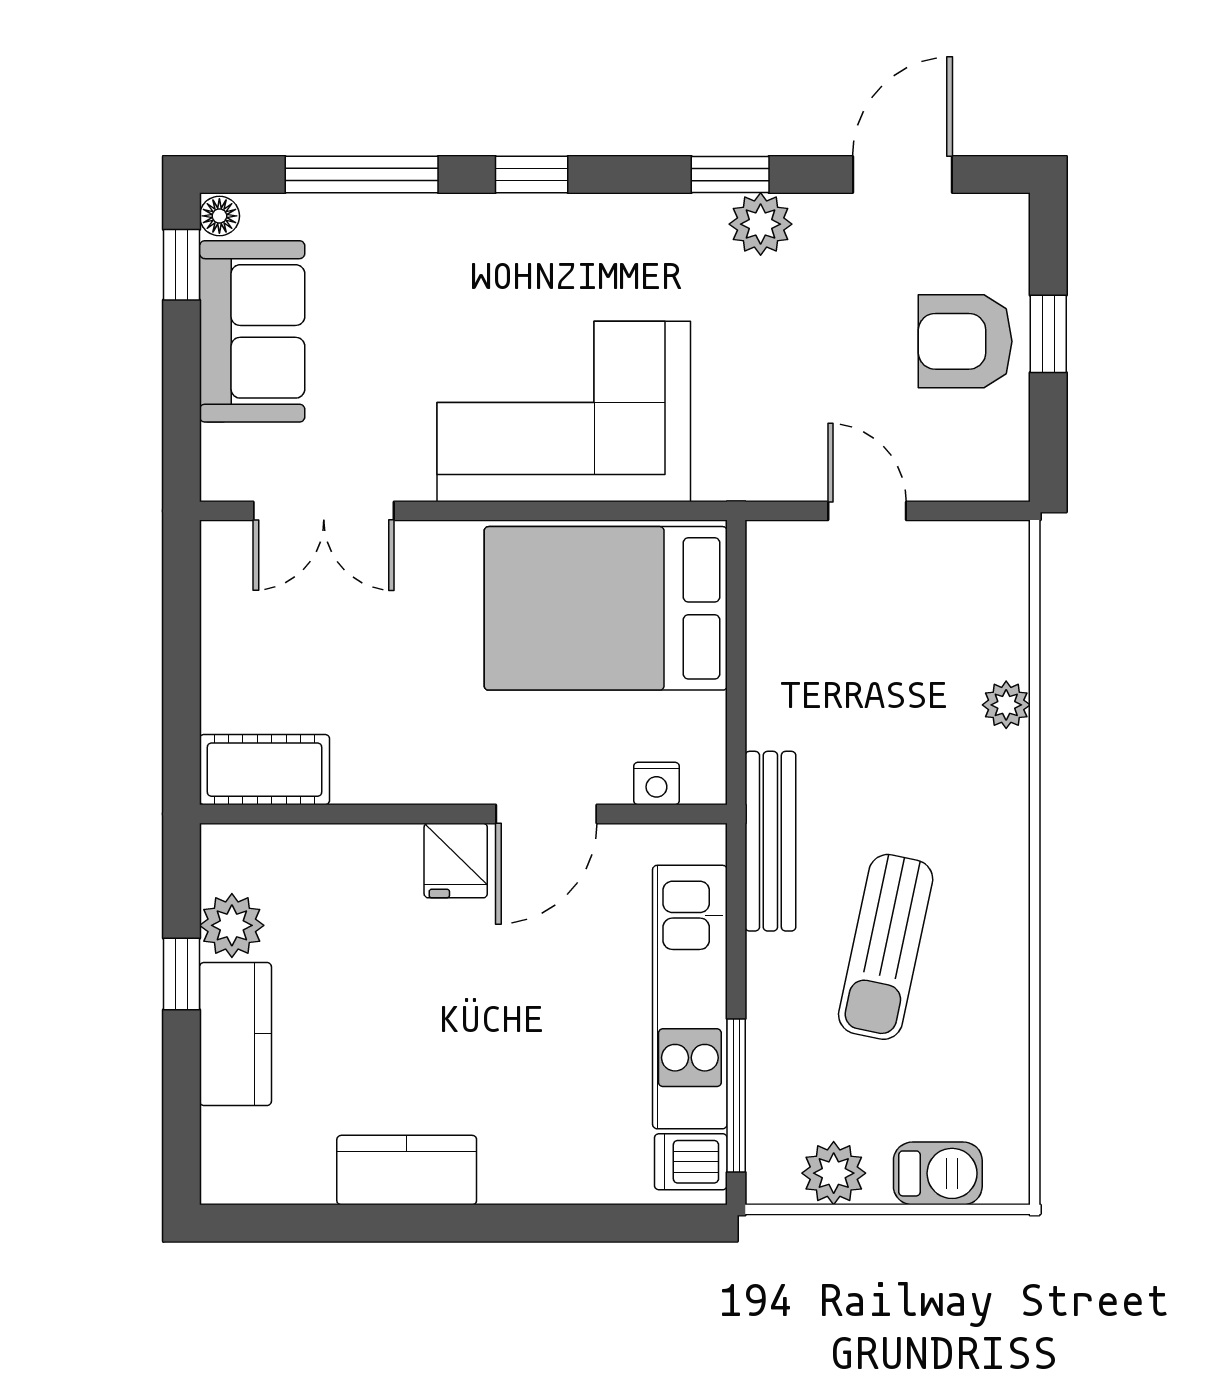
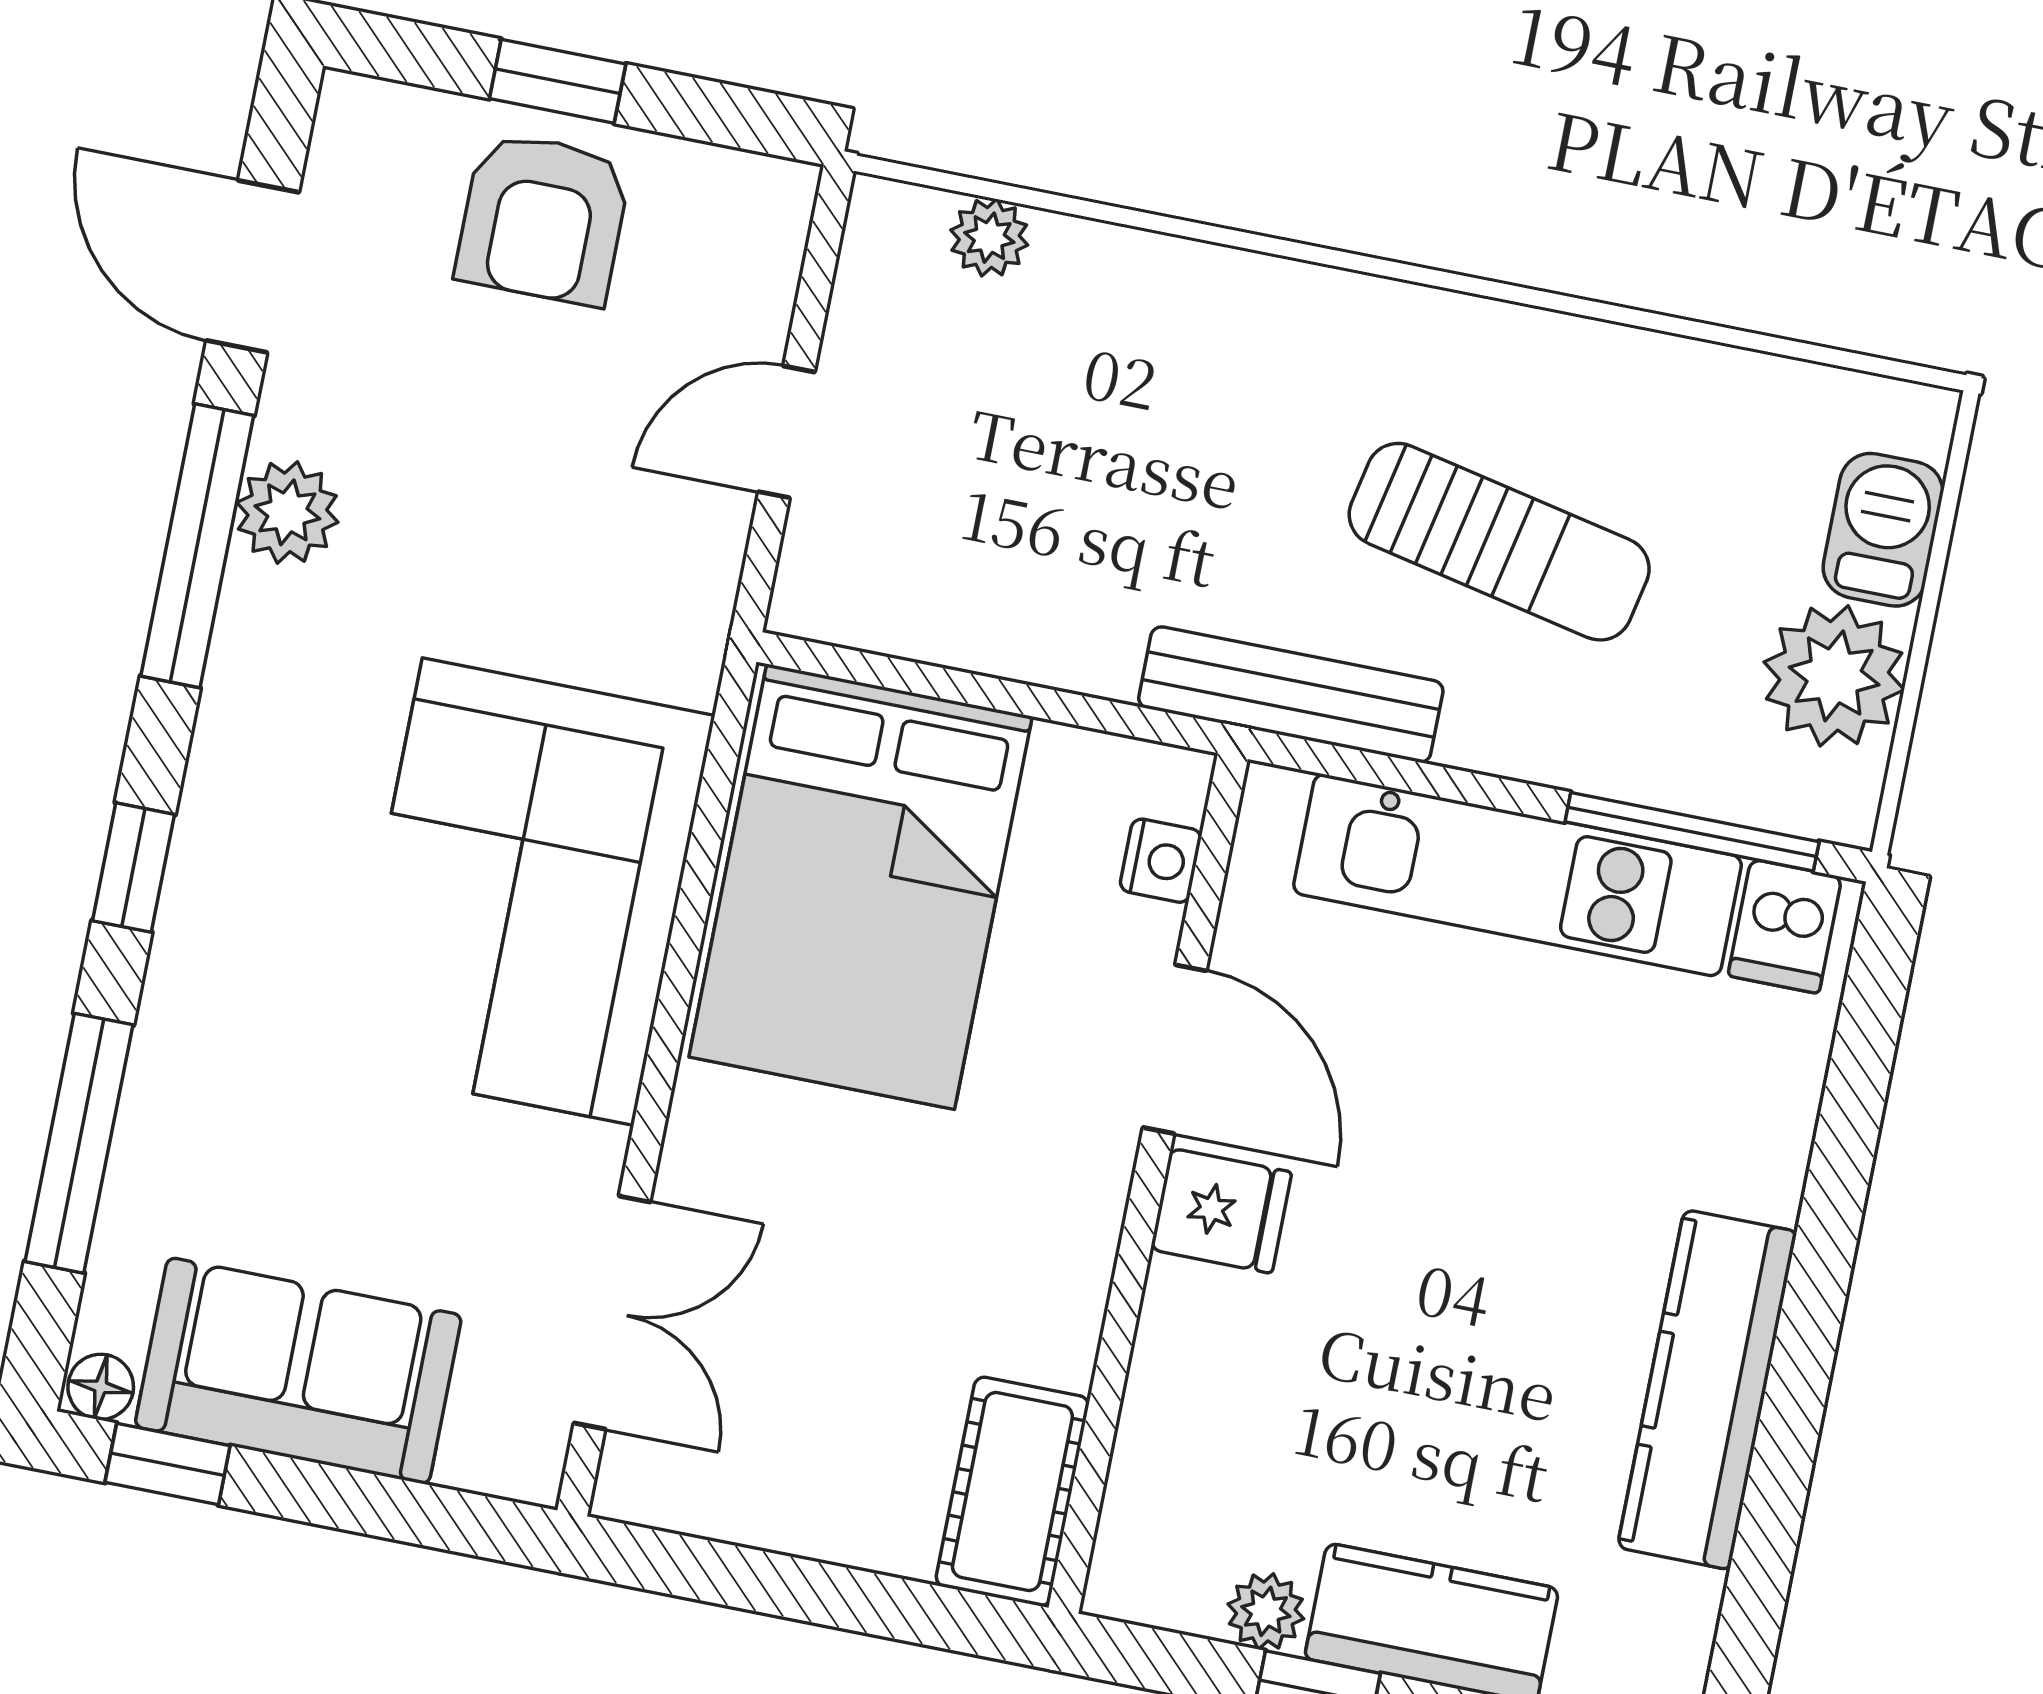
window: (730, 174) -> (197, 546), width x2.17
plant: (1006, 705) -> (989, 238), moved
plant: (232, 925) -> (1266, 1611), width x0.73, depth x0.73
kitchen counter: (407, 1170) -> (1707, 1390), width x1.50
plant: (834, 1173) -> (1834, 676), width x1.36, depth x1.36

